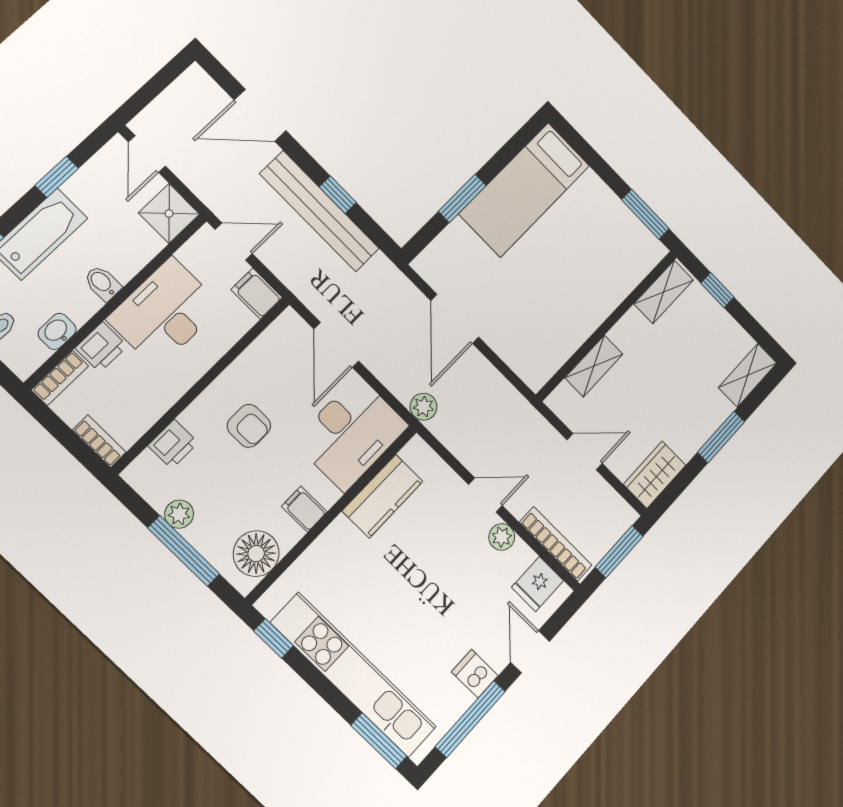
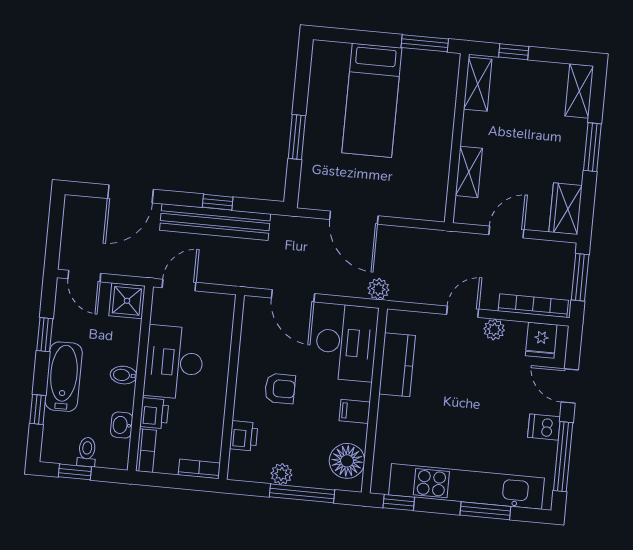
bed: (525, 190) -> (372, 100), moved
filing cabinet: (257, 294) -> (219, 305), removed
window: (379, 741) -> (485, 511), moved

